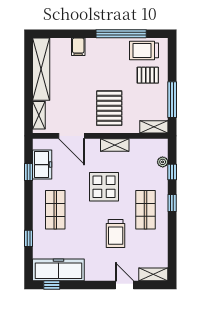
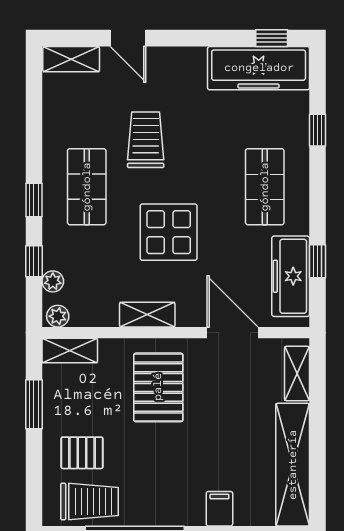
window: (172, 100) -> (34, 404), width x0.69
plant: (160, 144) -> (58, 316), added
freezer: (42, 165) -> (291, 276), width x1.40

